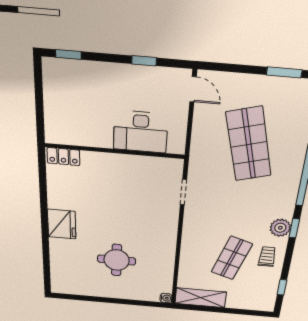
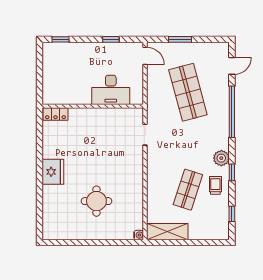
window: (284, 72) -> (180, 39), moved
window: (294, 228) -> (232, 172), moved

